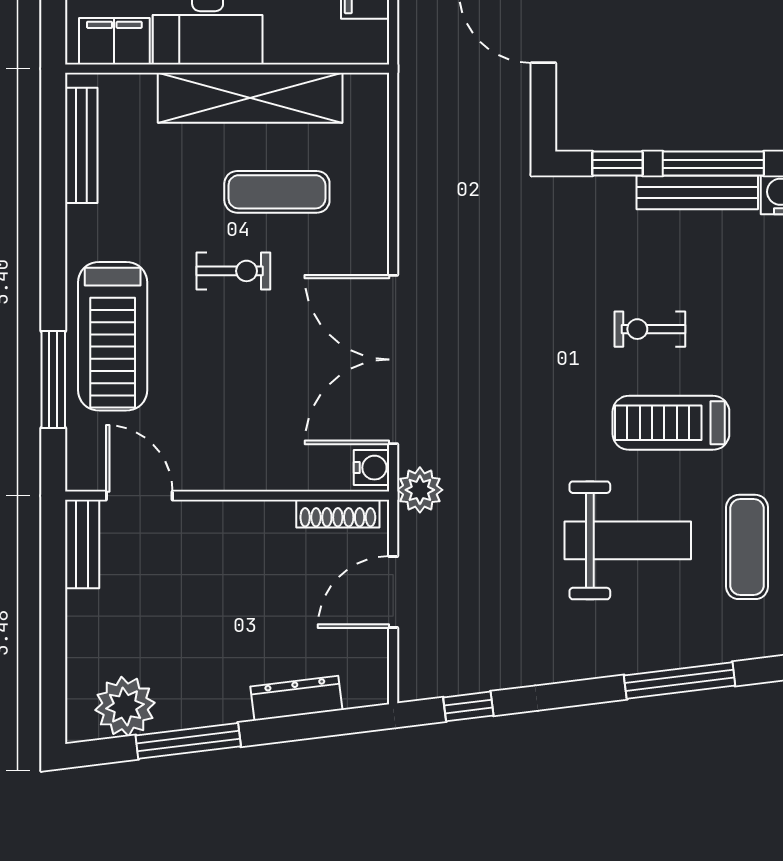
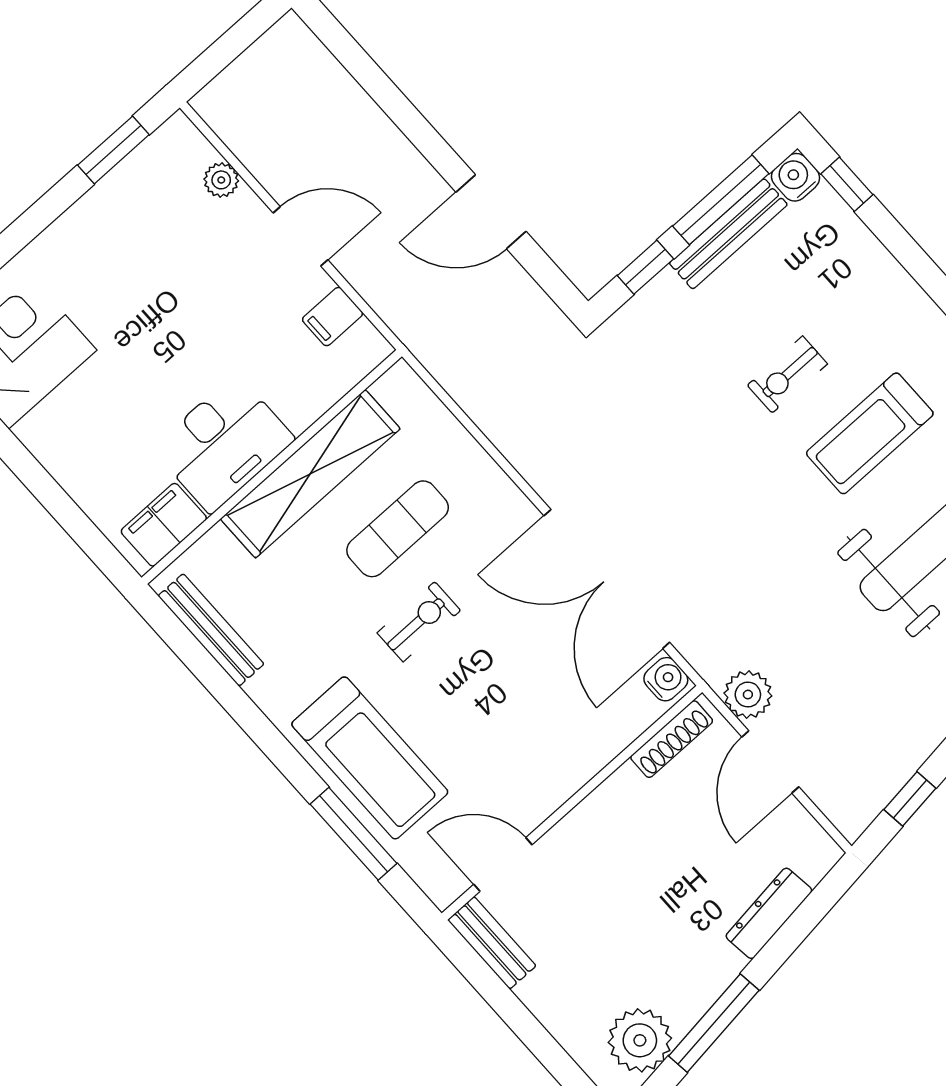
plant: (420, 490) -> (748, 695), moved

